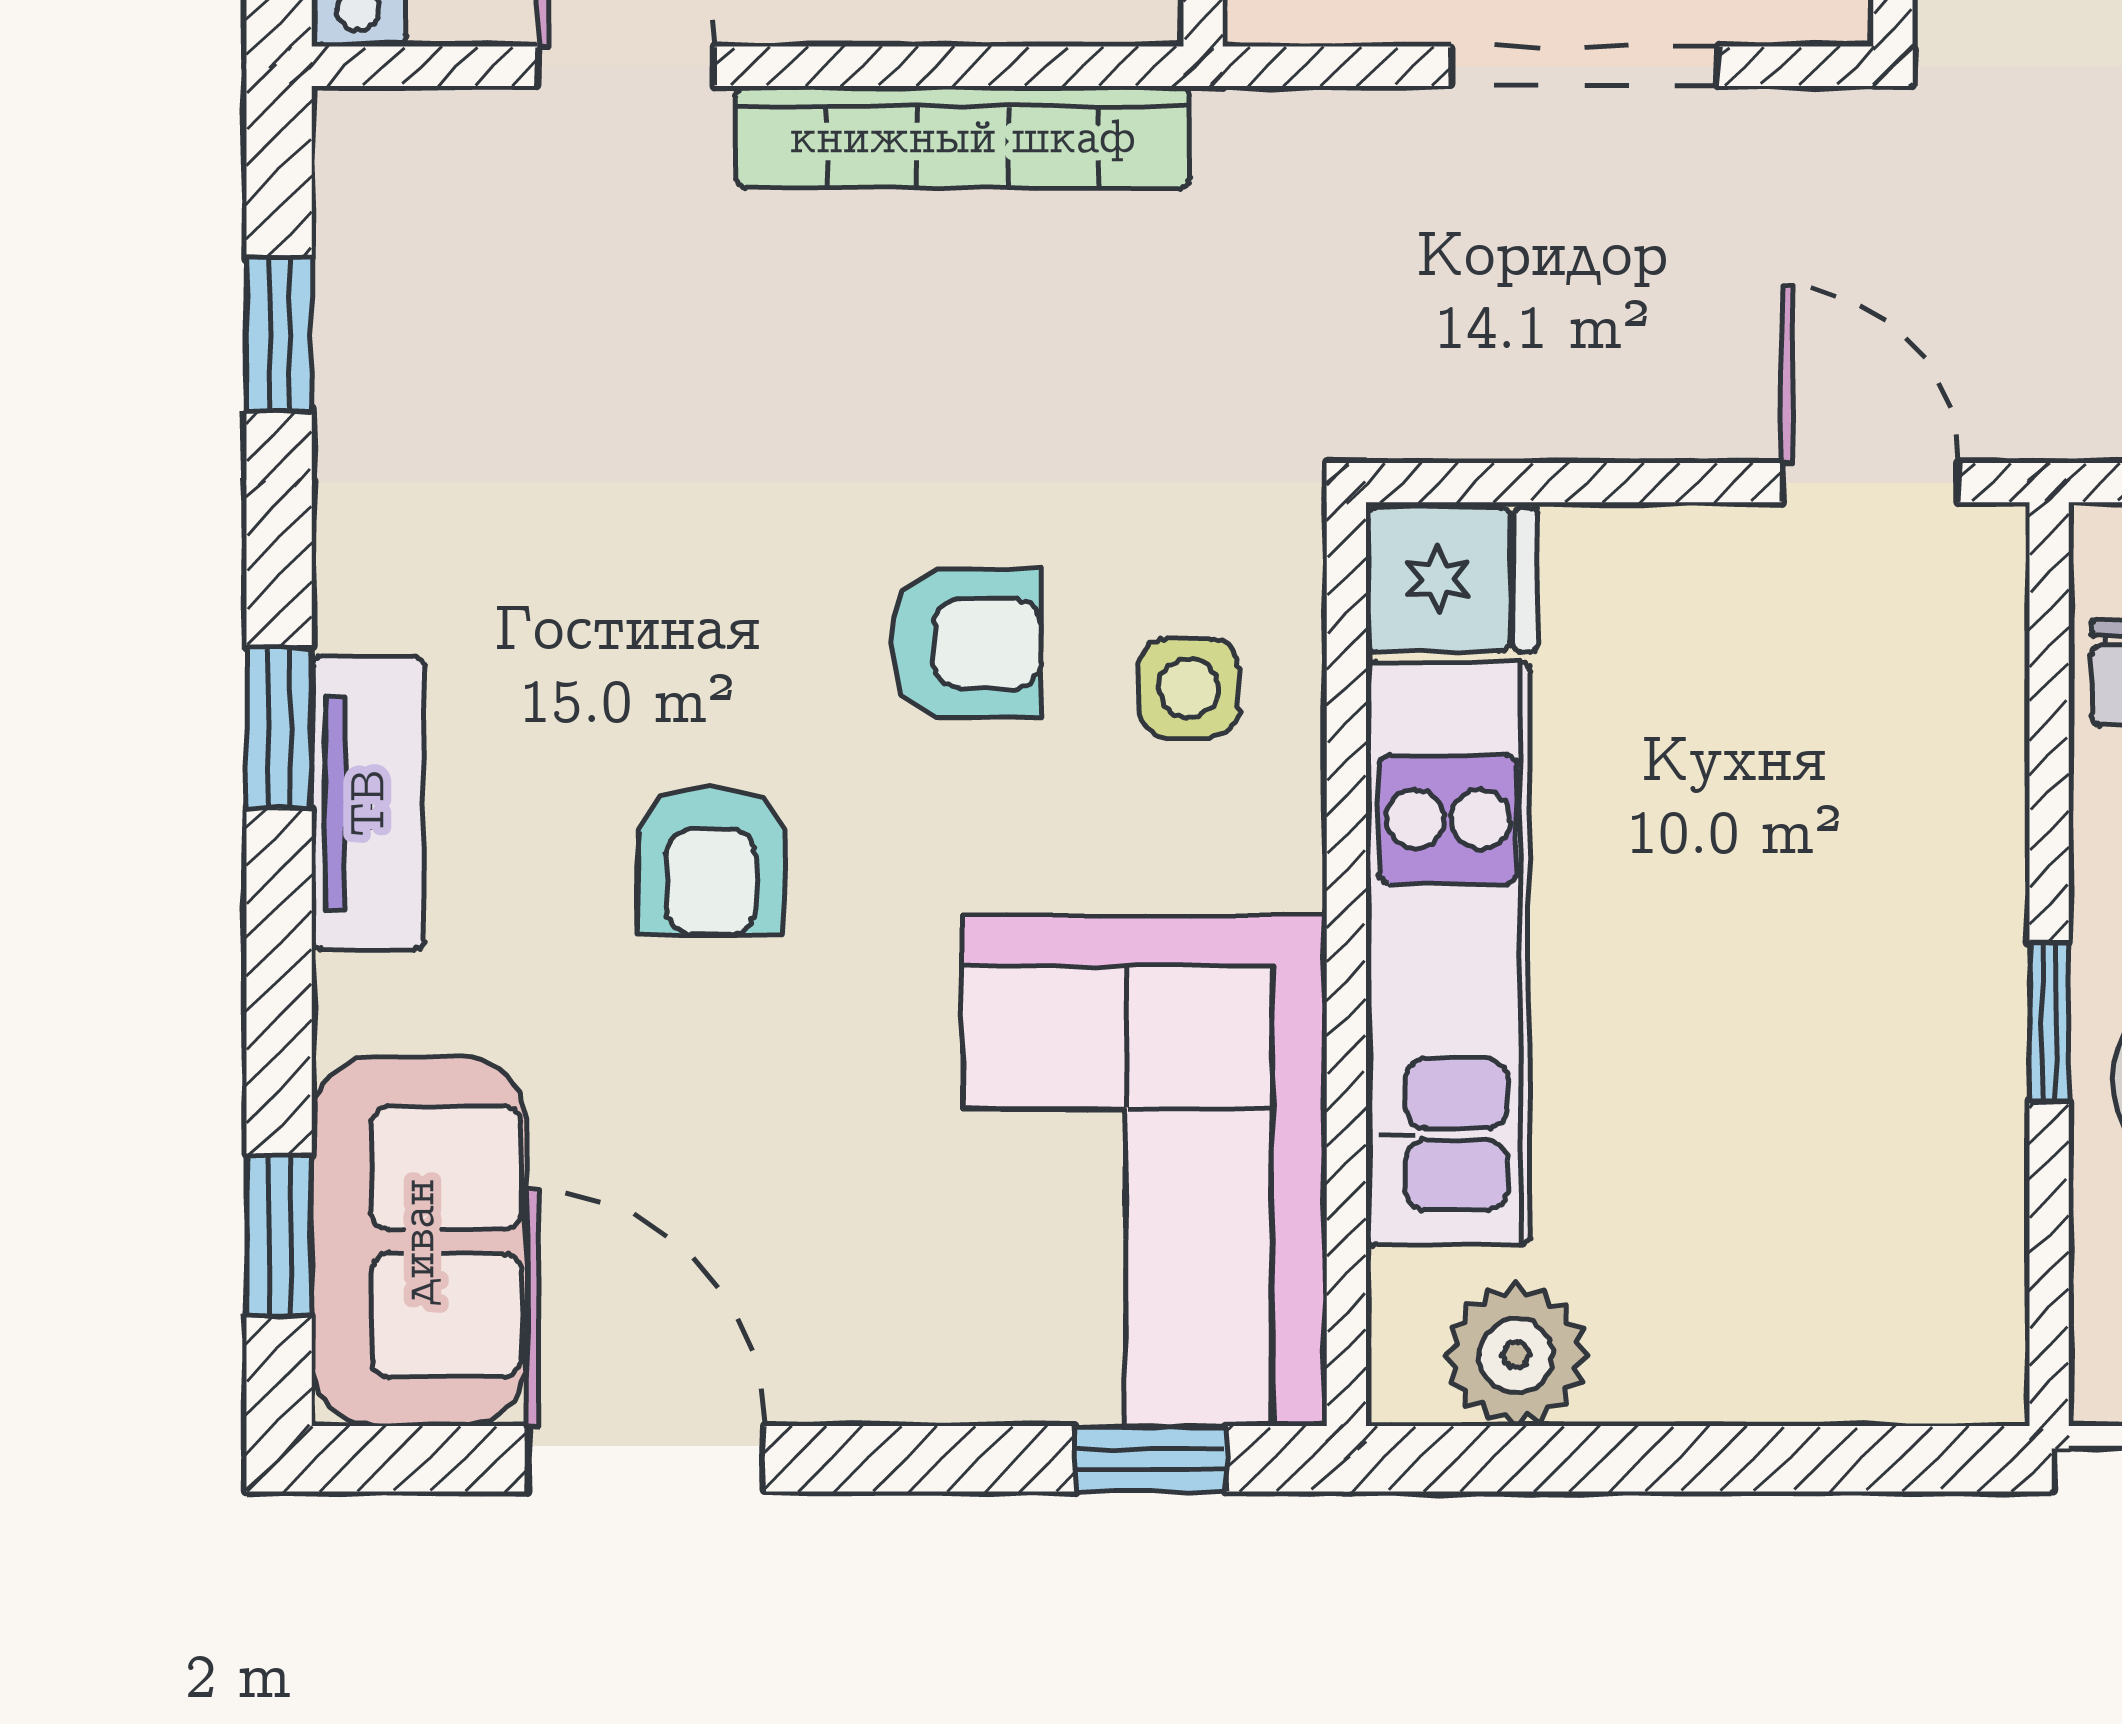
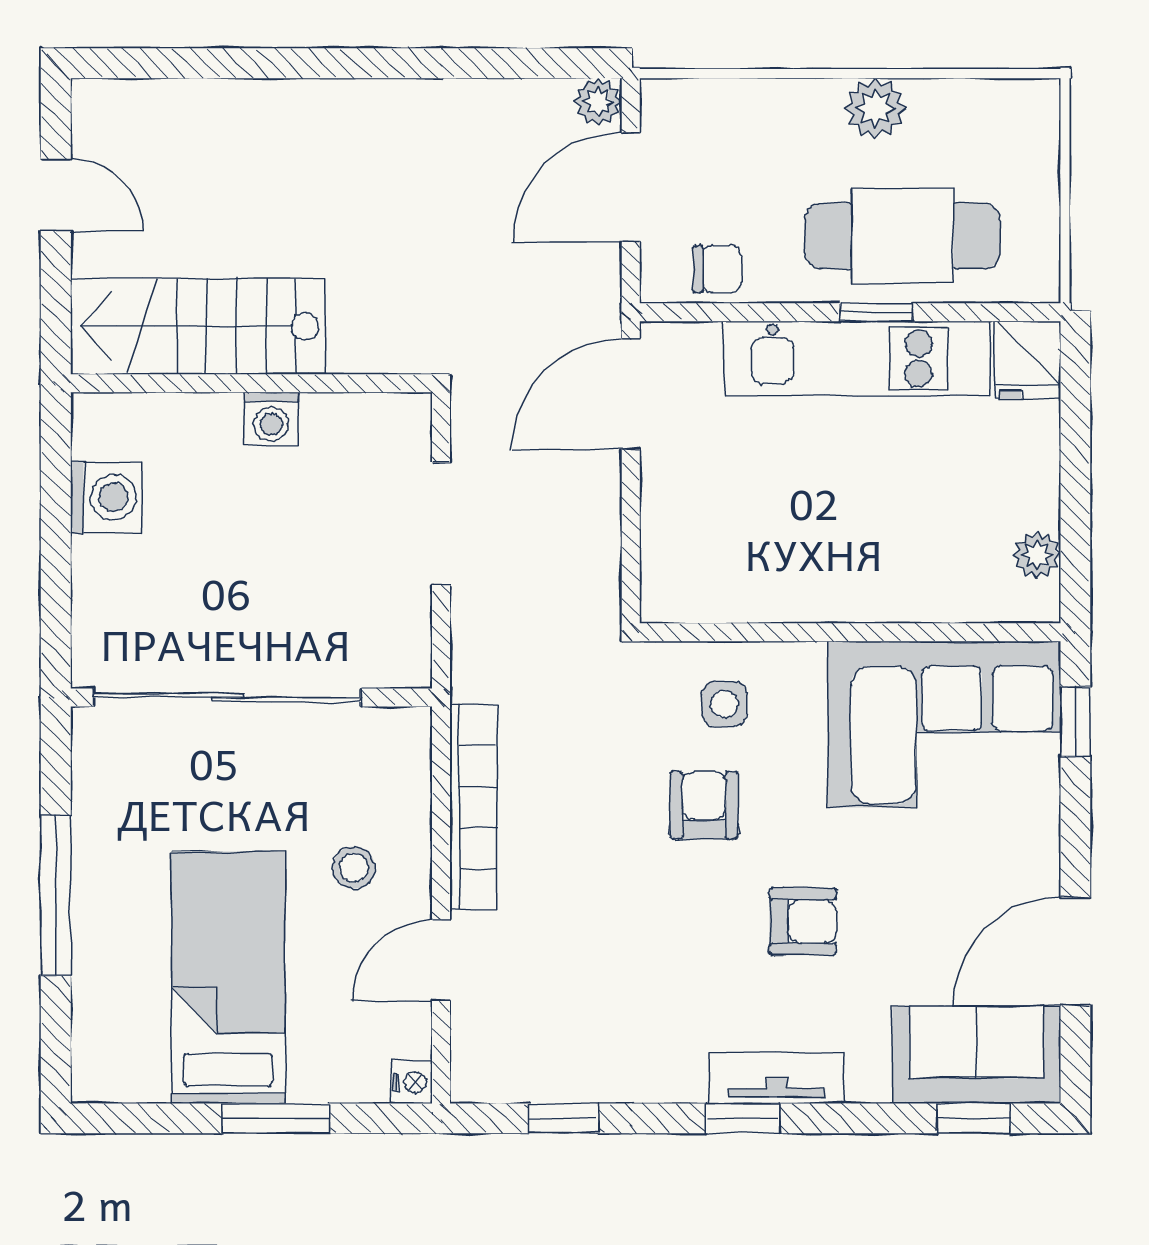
door: (1870, 483) -> (631, 394), width x1.38
fridge: (1452, 579) -> (1028, 360), moved, turned 180
kitchen unit: (1448, 953) -> (857, 358), moved, turned 180
plant: (1516, 1355) -> (1037, 555), width x0.73, depth x0.73

